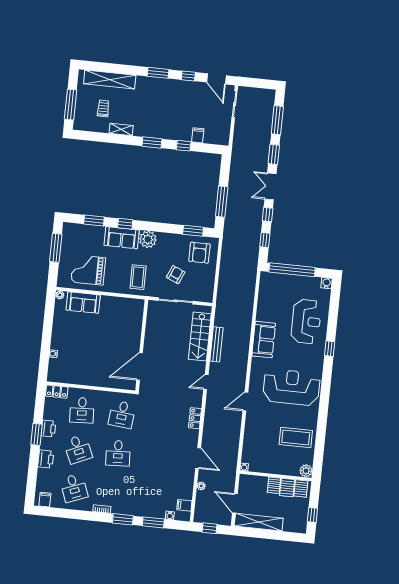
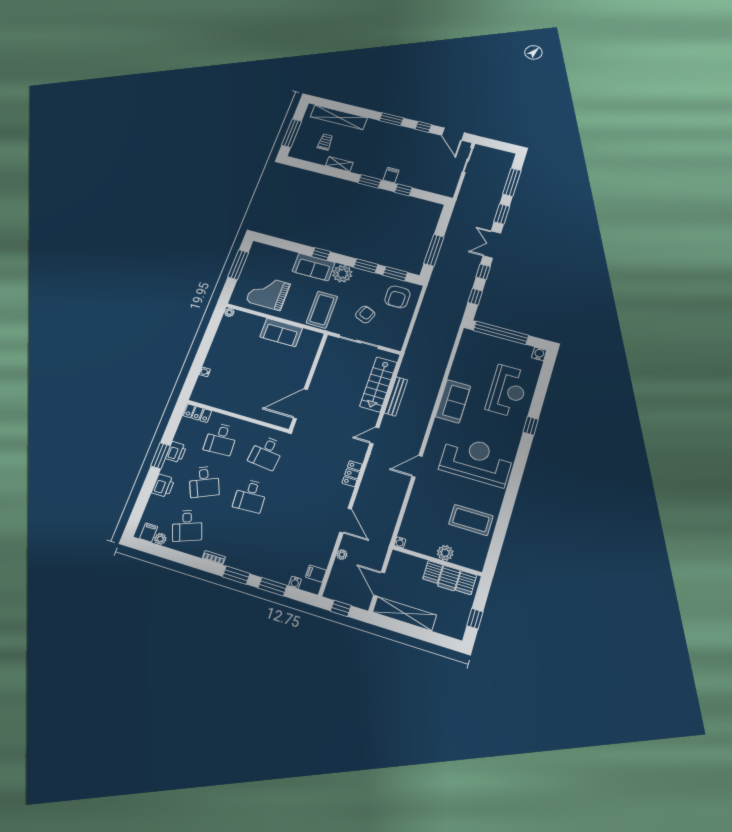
filing cabinet: (198, 135) -> (391, 175), moved
window: (94, 220) -> (366, 266), moved
coffee table: (138, 277) -> (322, 310), width x1.36, depth x1.32
sofa: (83, 303) -> (281, 332), moved
plant: (306, 471) -> (445, 553), moved
plant: (56, 503) -> (160, 539), added

